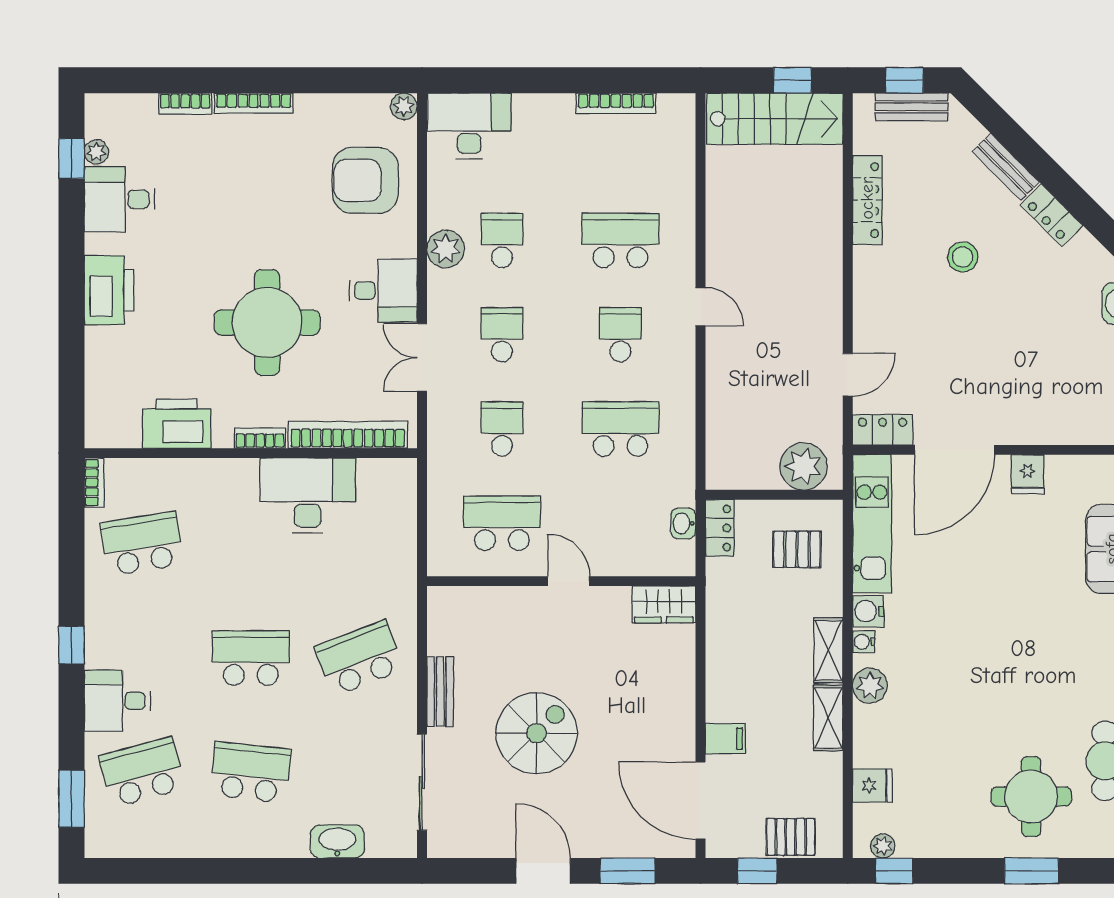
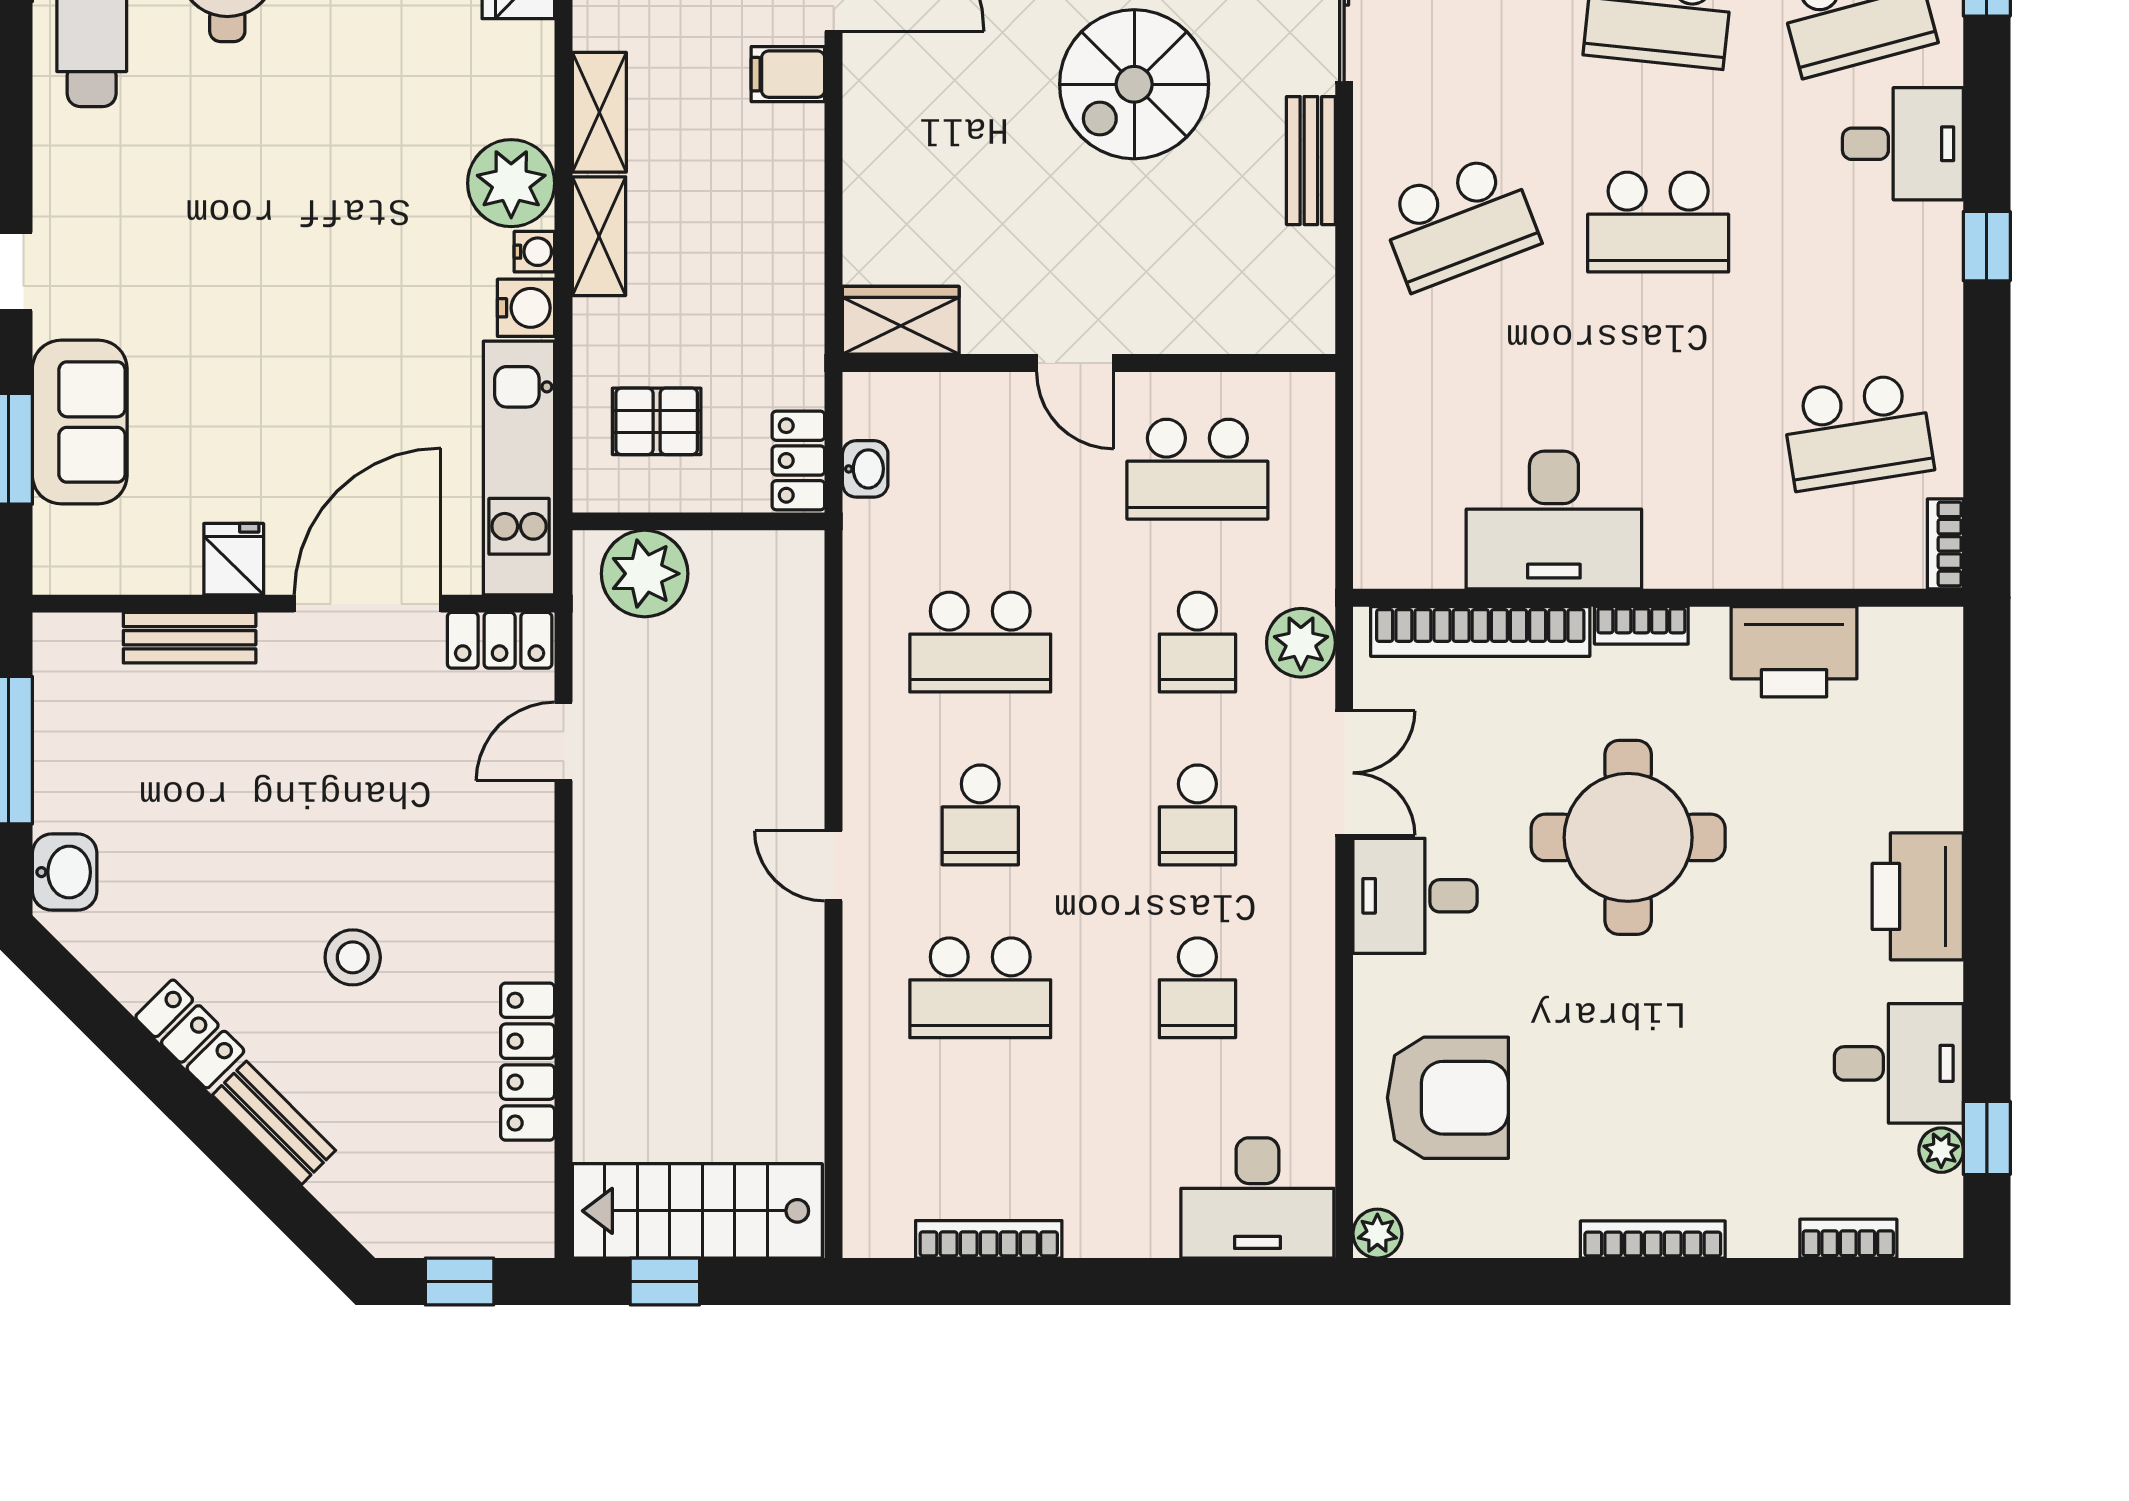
bookcase: (185, 104) -> (1848, 1239), moved
bench: (912, 107) -> (190, 638), moved
plant: (446, 249) -> (1301, 643), moved
plant: (870, 686) -> (511, 183), width x1.36, depth x1.36

